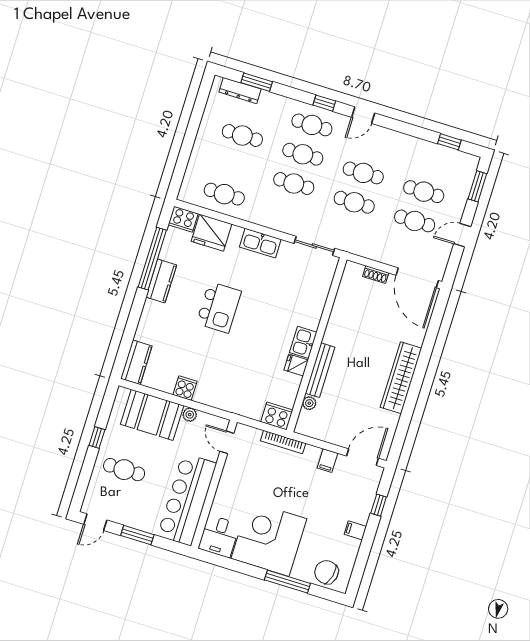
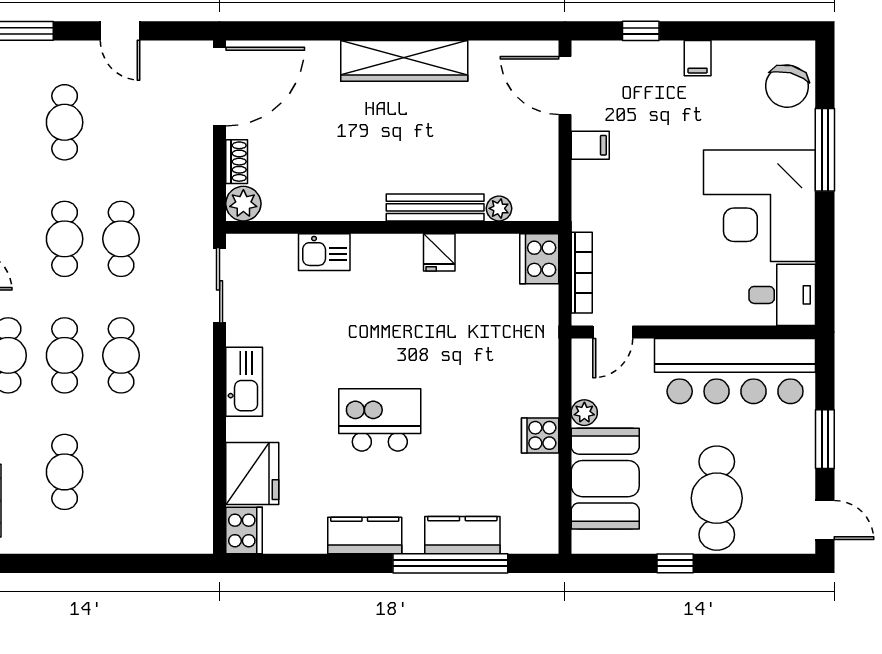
cafe table: (224, 194) -> (178, 472), removed
cafe table: (415, 221) -> (121, 122), removed
window: (152, 259) -> (450, 563), moved
plant: (353, 271) -> (243, 204), added
kitchen sink: (303, 342) -> (324, 252), moved
kitchen counter: (136, 362) -> (462, 535), moved
bookcase: (283, 442) -> (582, 273), moved
cafe table: (124, 470) -> (717, 498), width x1.37, depth x1.35

